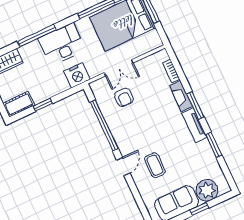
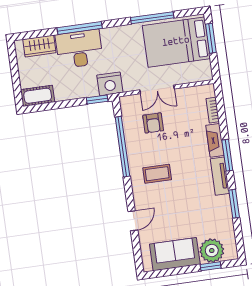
desk: (62, 44) -> (79, 49), moved
window: (43, 105) -> (97, 100), moved
coffee table: (155, 165) -> (157, 174), moved, turned 90
door: (123, 167) -> (133, 221), moved
window: (199, 209) -> (211, 266), moved

